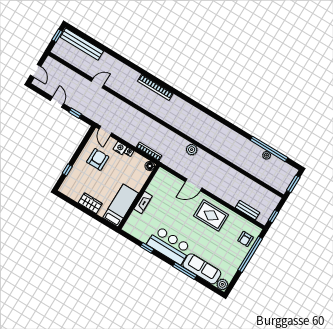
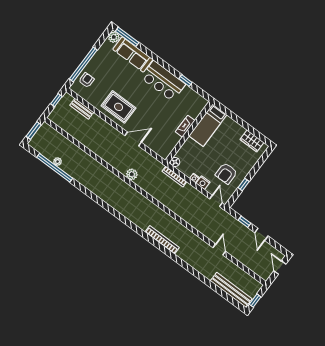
door: (98, 83) -> (219, 249), swing flipped
window: (67, 170) -> (244, 185), moved
wardrobe: (90, 203) -> (252, 141), moved
window: (185, 271) -> (127, 37), moved

